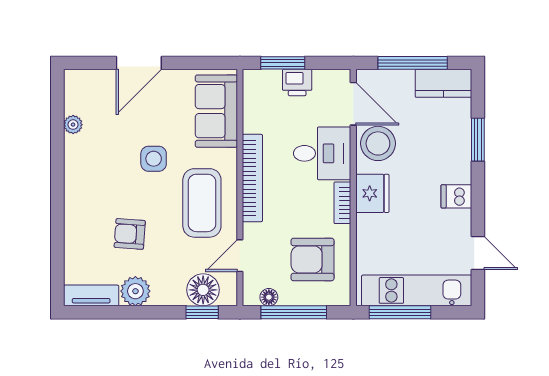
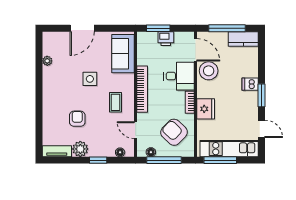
window: (478, 140) -> (262, 95), moved
fridge: (372, 193) -> (206, 109), moved
dishwasher: (456, 196) -> (250, 84), moved
coffee table: (202, 203) -> (115, 102), width x0.54, depth x0.58
armchair: (130, 234) -> (77, 119), turned 86
door: (240, 256) -> (136, 130), hinge flipped
armchair: (313, 259) -> (174, 132), turned 44
floor lamp: (203, 290) -> (120, 152), width x0.53, depth x0.53
window: (202, 312) -> (98, 160), moved

